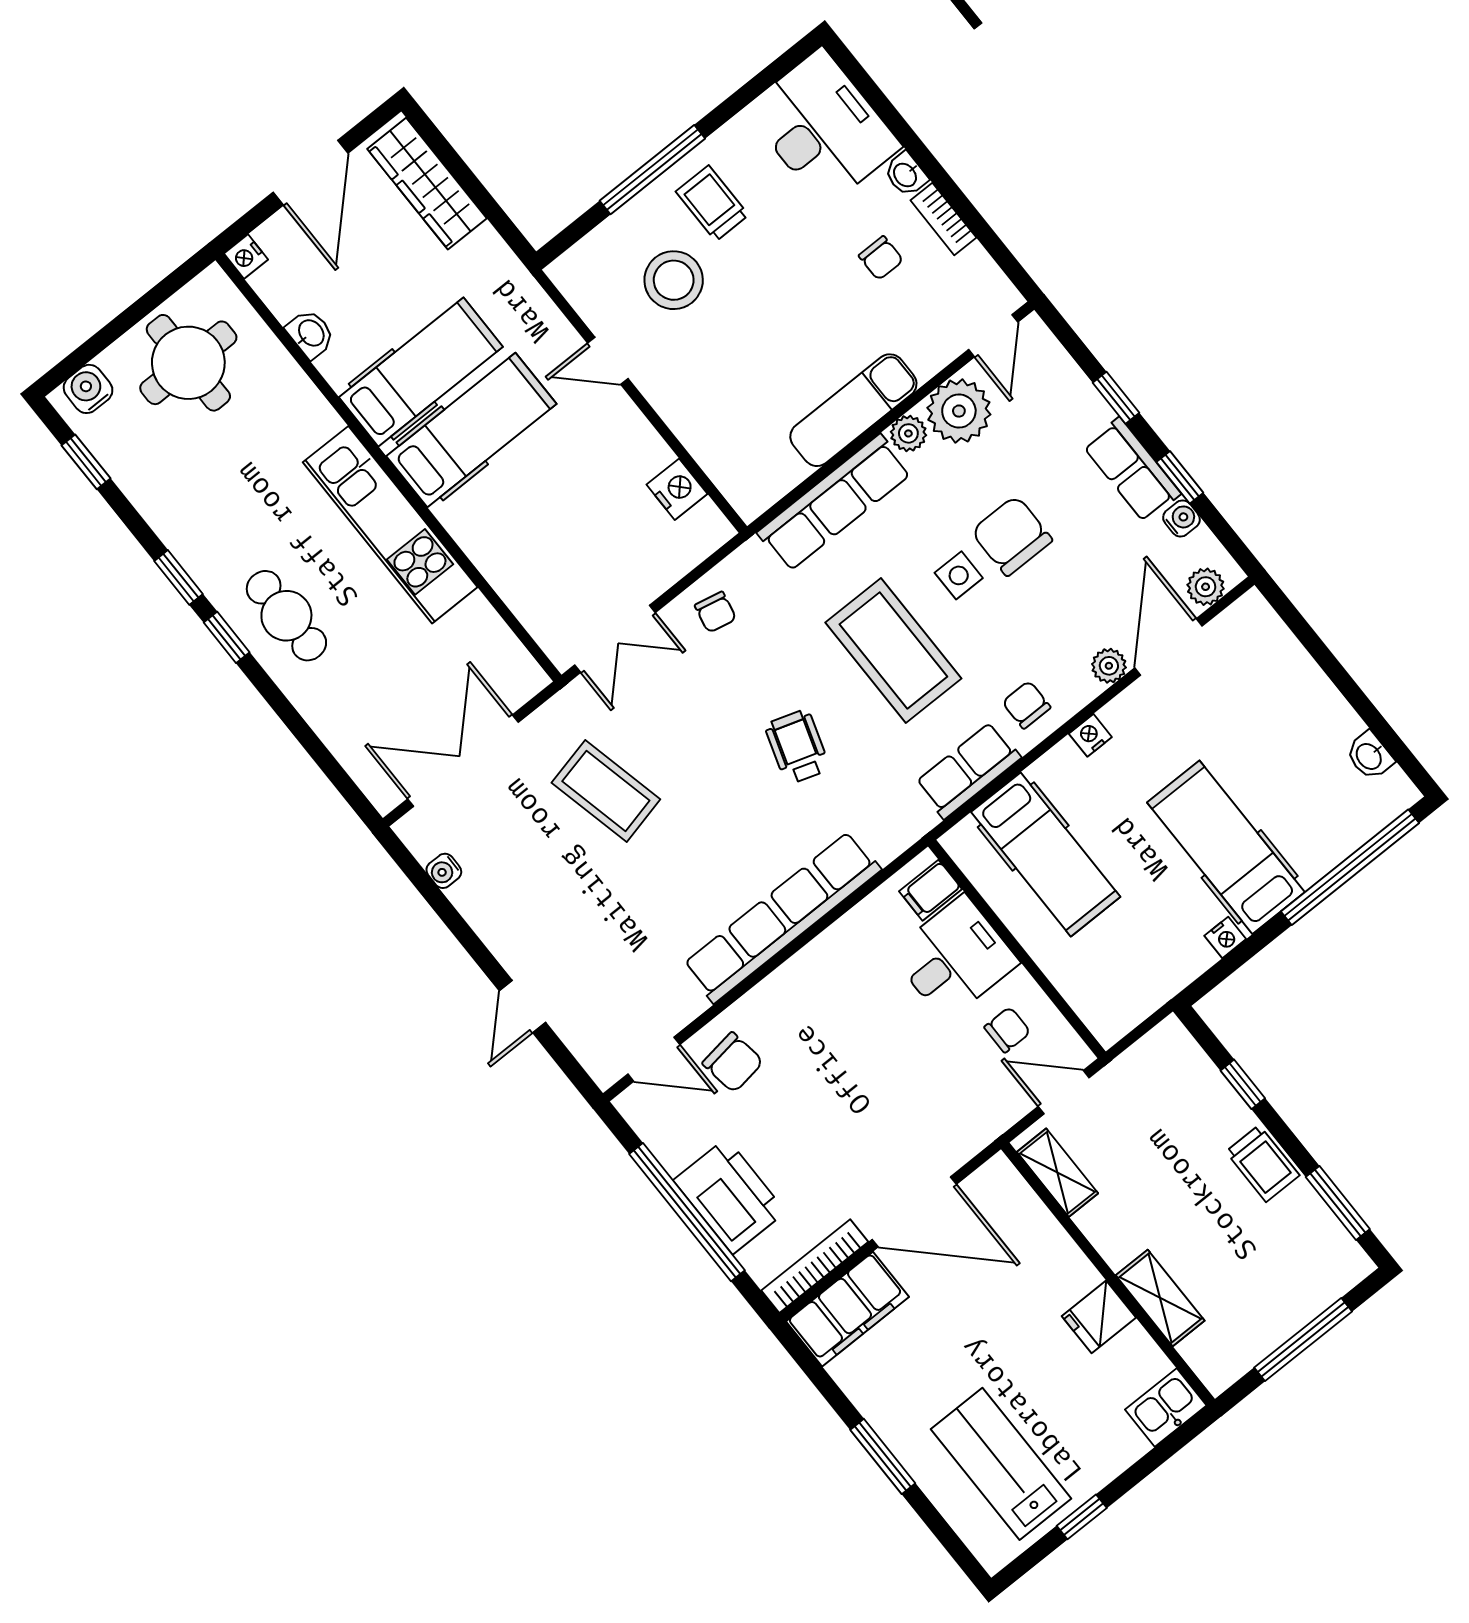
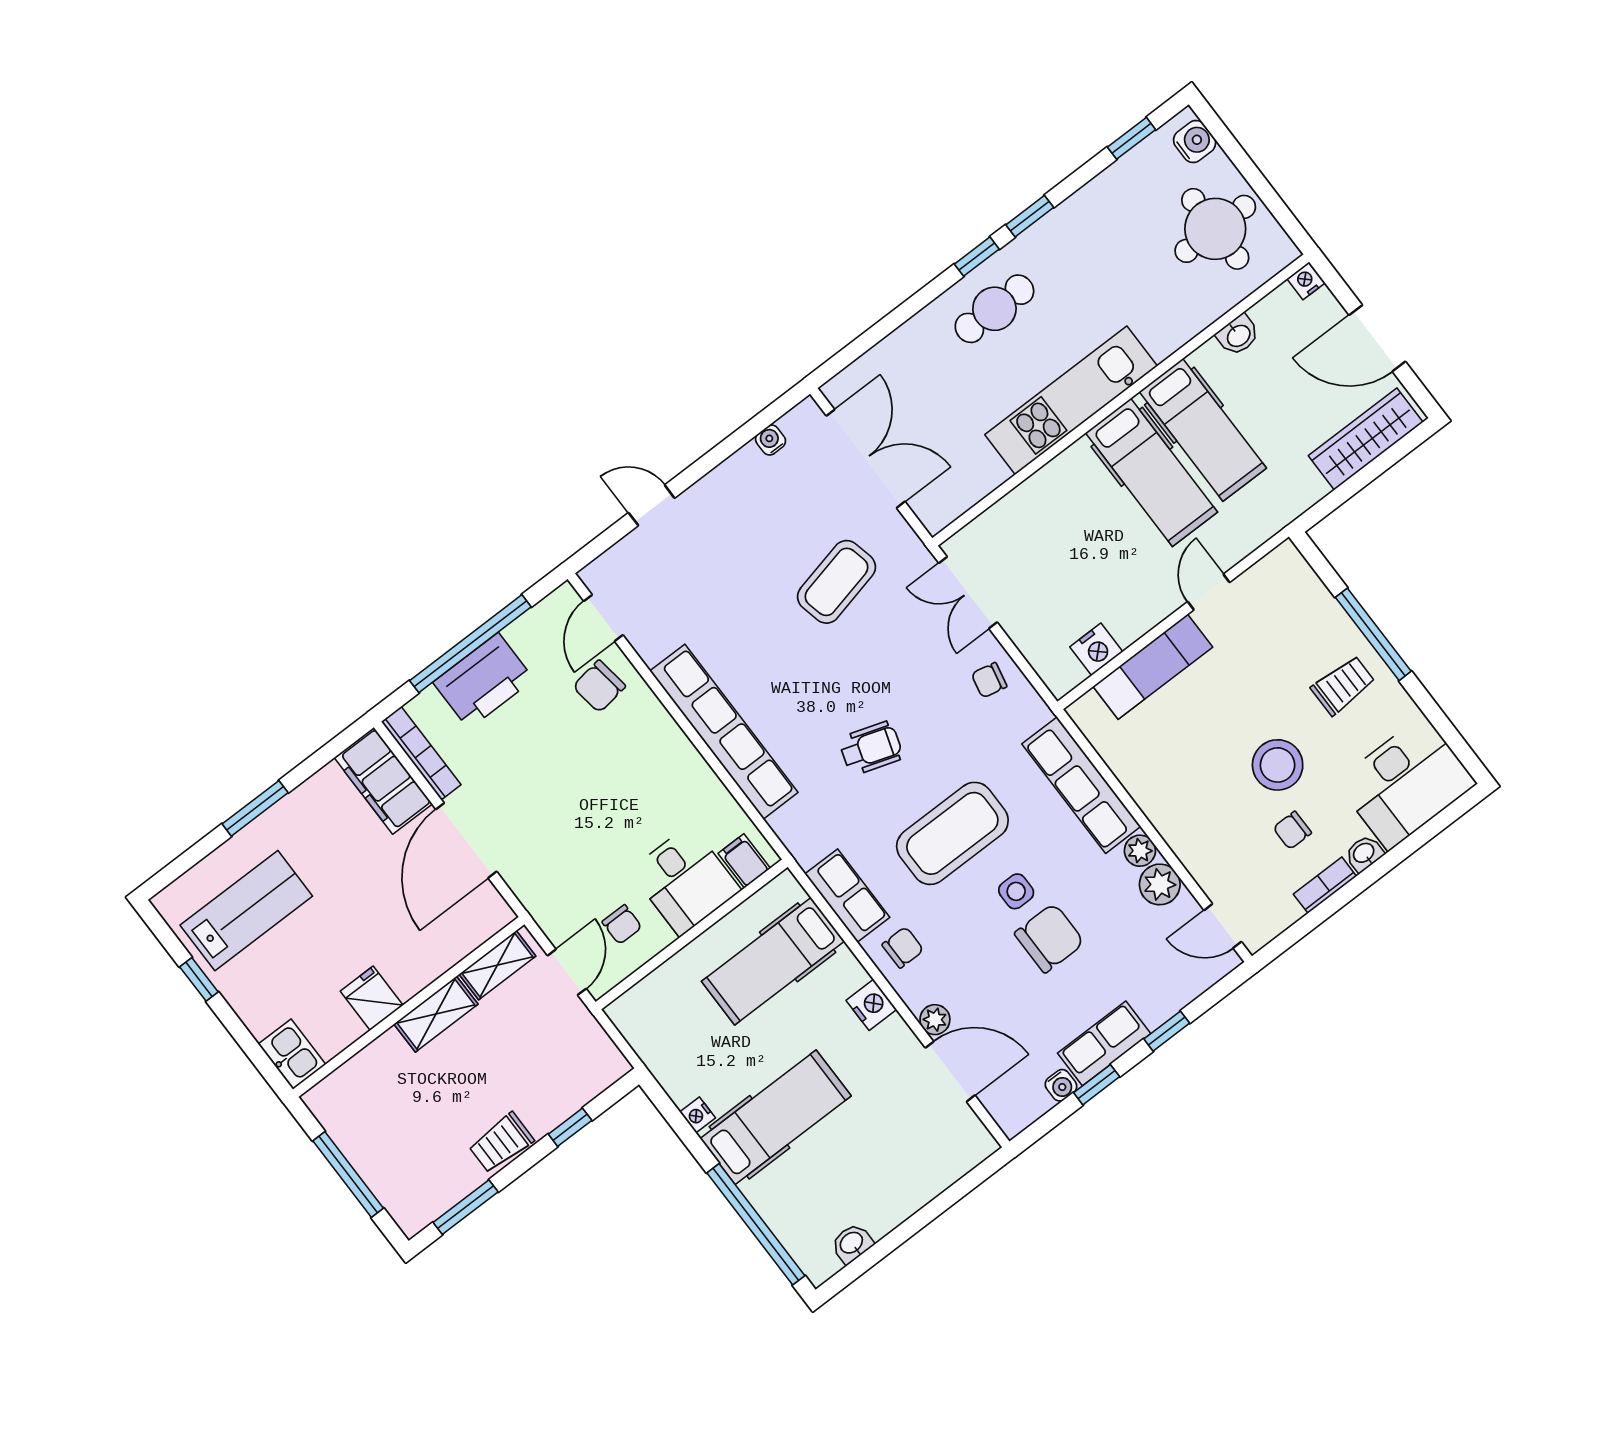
stool: (674, 280) -> (1278, 765), moved
exam couch: (853, 410) -> (1153, 667), moved, turned 90
plant: (959, 411) -> (1160, 884), width x0.73, depth x0.73
plant: (1206, 587) -> (1001, 1105), removed
nightstand: (1090, 735) -> (871, 1005), width x1.39, depth x1.35
shelving: (1160, 1298) -> (436, 1014), moved

